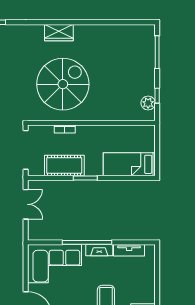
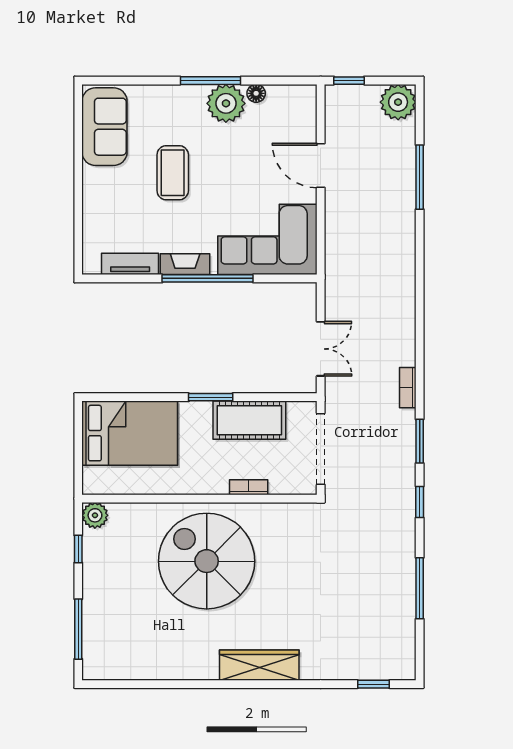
wardrobe: (59, 33) -> (259, 665), width x1.50
spiral stairs: (63, 84) -> (207, 561), moved, turned 90
plant: (148, 103) -> (95, 515), moved
bed: (129, 164) -> (130, 433), width x1.50
double door: (26, 204) -> (321, 349), swing flipped

